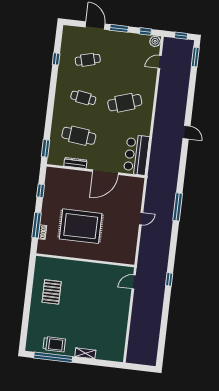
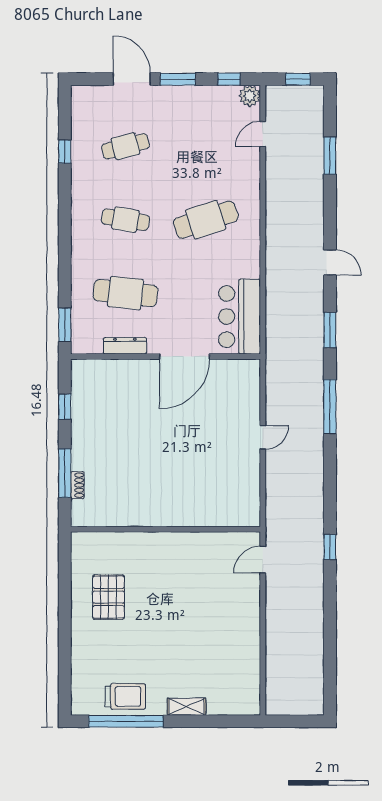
window: (195, 57) -> (330, 156), moved
window: (182, 167) -> (330, 330), added
rug: (81, 226) -> (149, 465), removed

